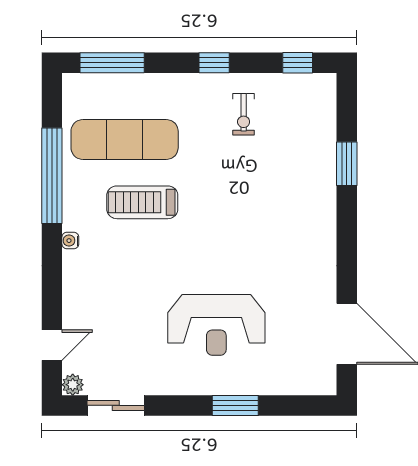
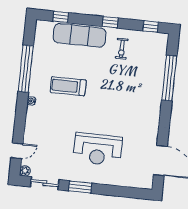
window: (112, 63) -> (61, 17), width x0.46
exercise mat: (125, 139) -> (79, 35), moved
window: (347, 164) -> (169, 78), width x2.11
window: (235, 405) -> (80, 187), moved

